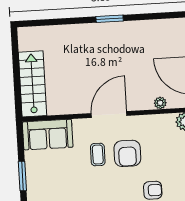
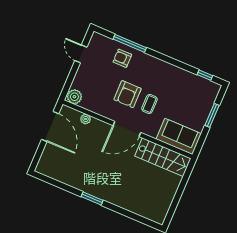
stairs: (33, 84) -> (163, 157), moved, turned -90
armchair: (127, 153) -> (128, 94), turned 180

